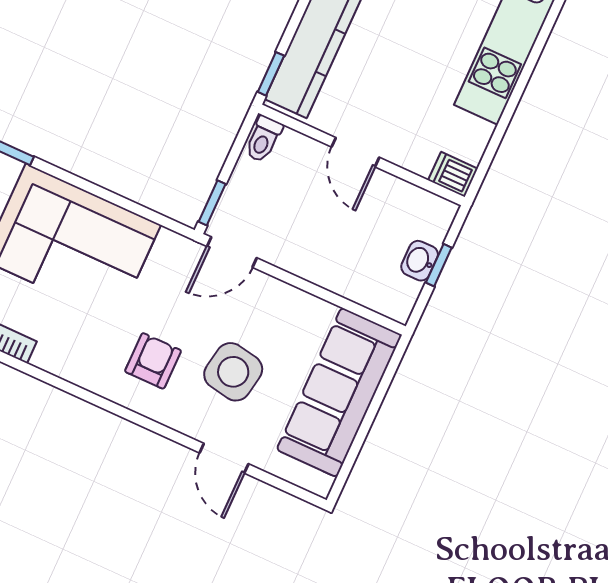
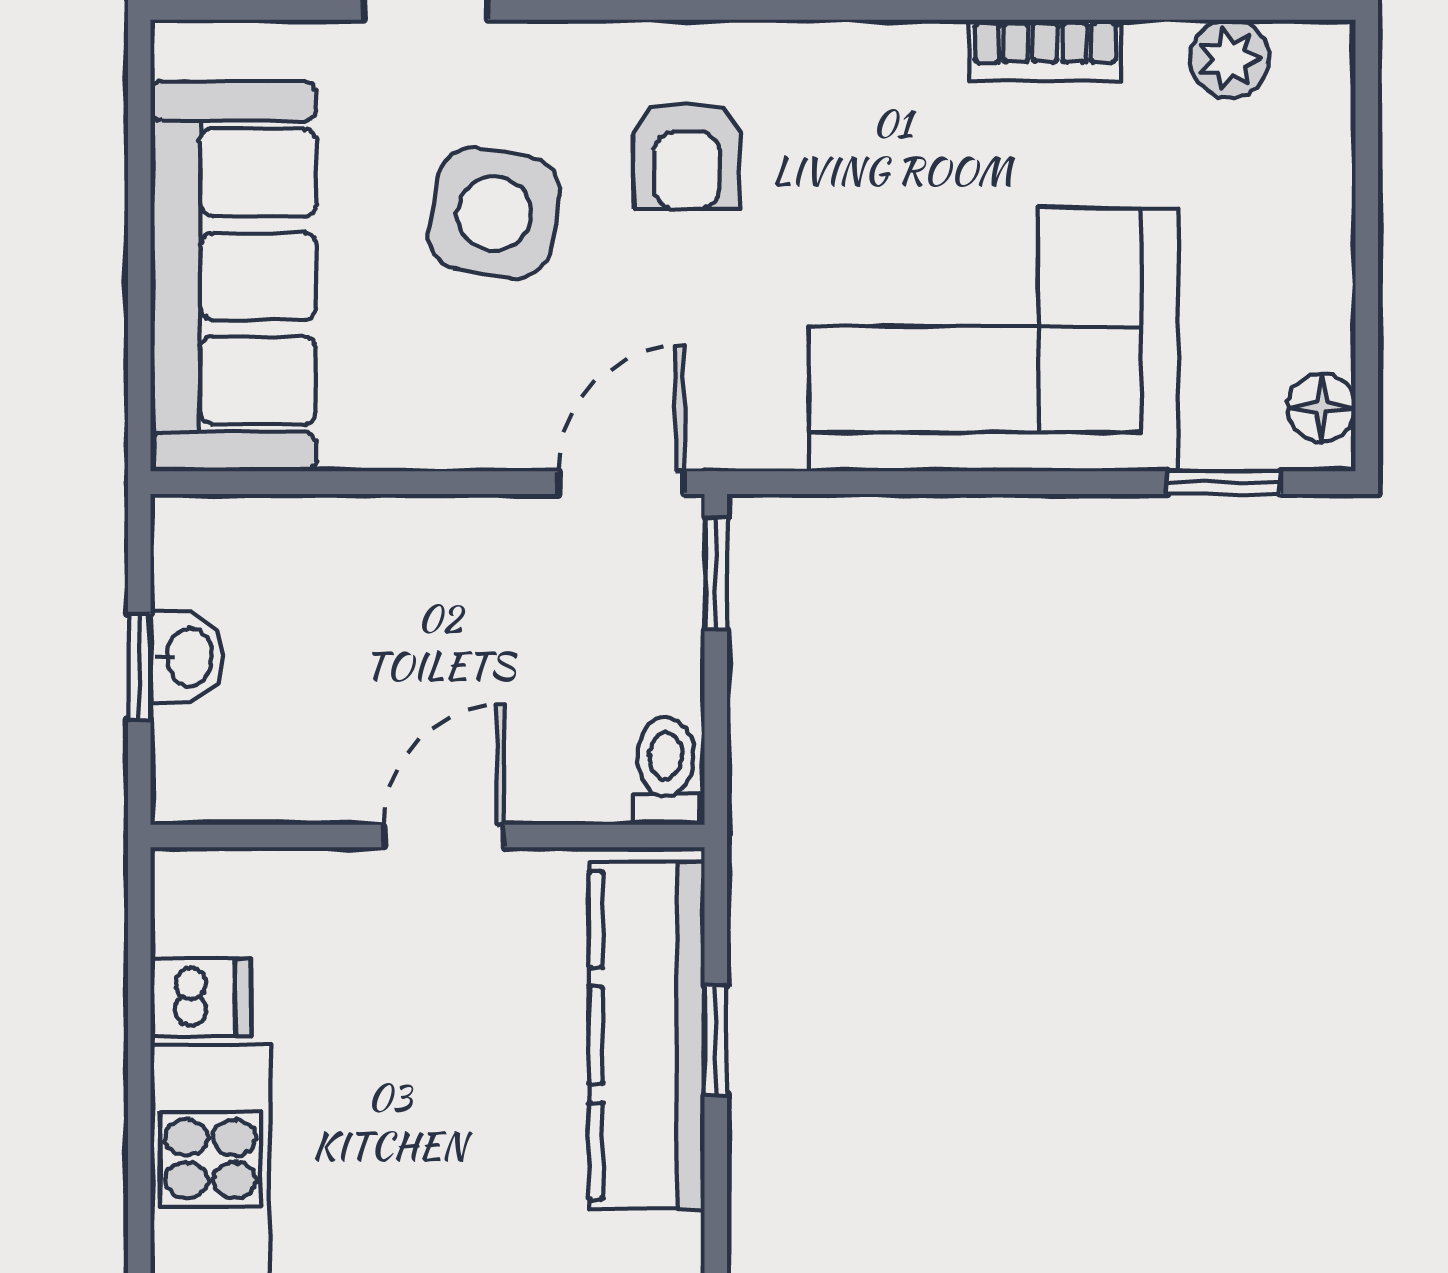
window: (271, 74) -> (716, 1041), moved
door: (355, 152) -> (444, 836), hinge flipped
dishwasher: (453, 174) -> (201, 998), moved

